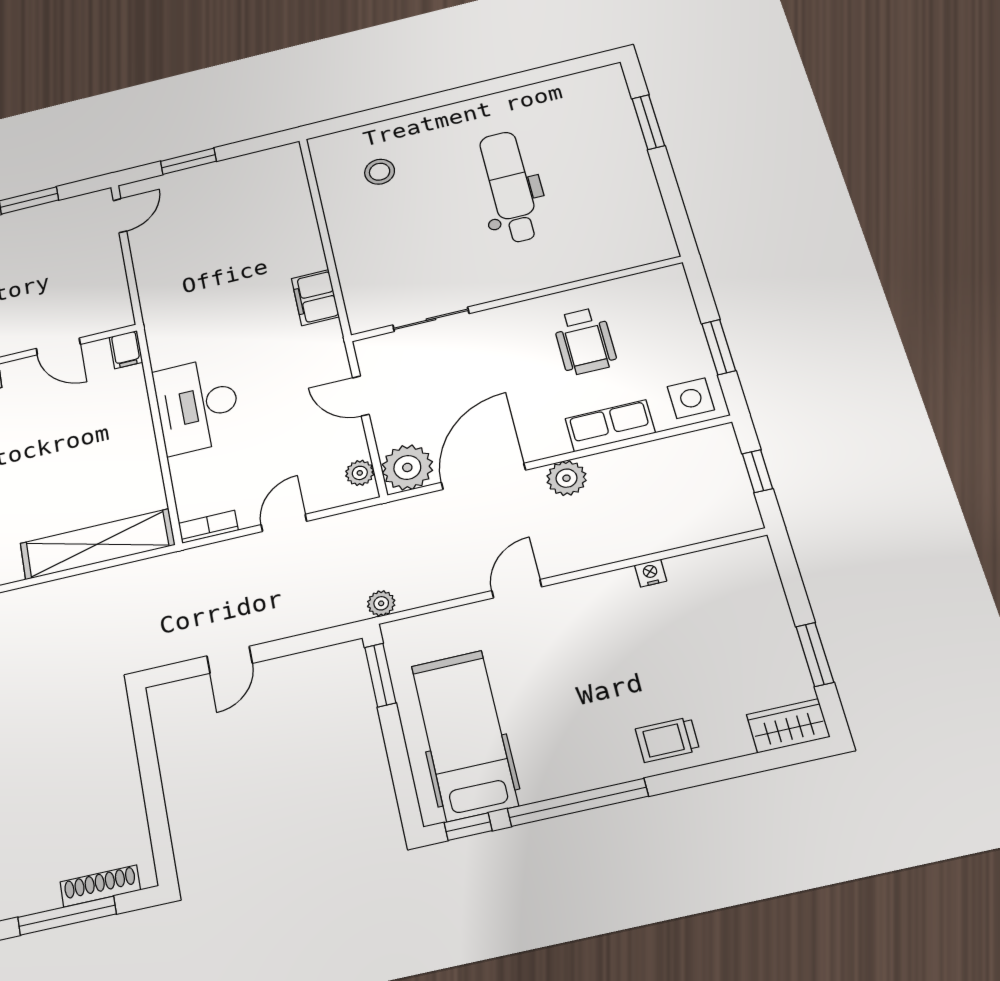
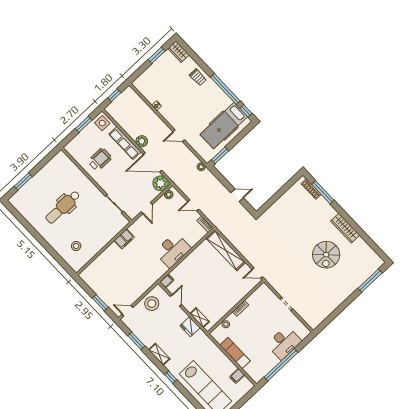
stool: (94, 283) -> (152, 304), added
row of seats: (610, 426) -> (125, 143), width x1.48

